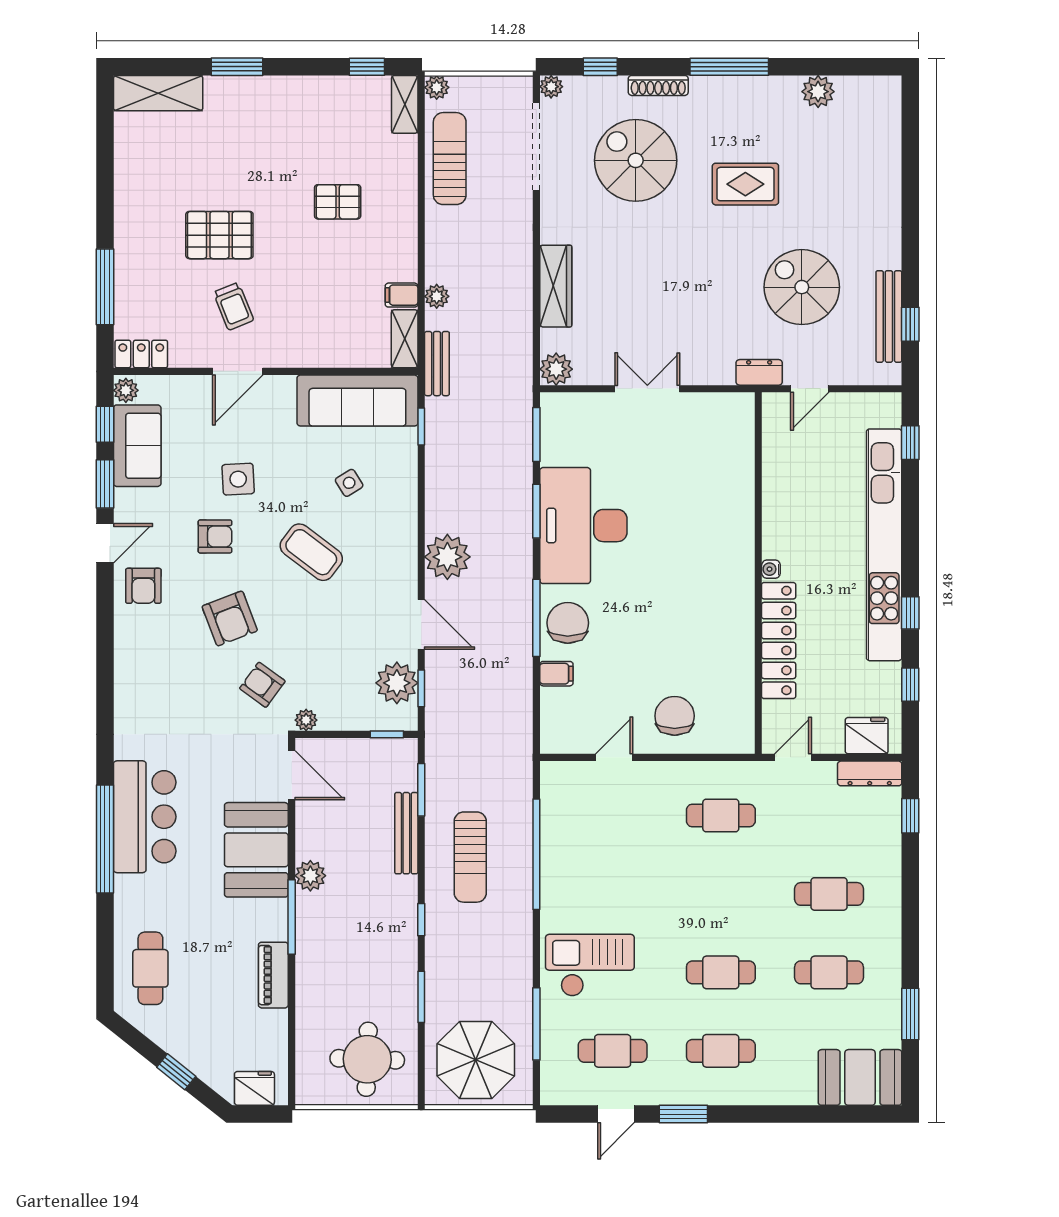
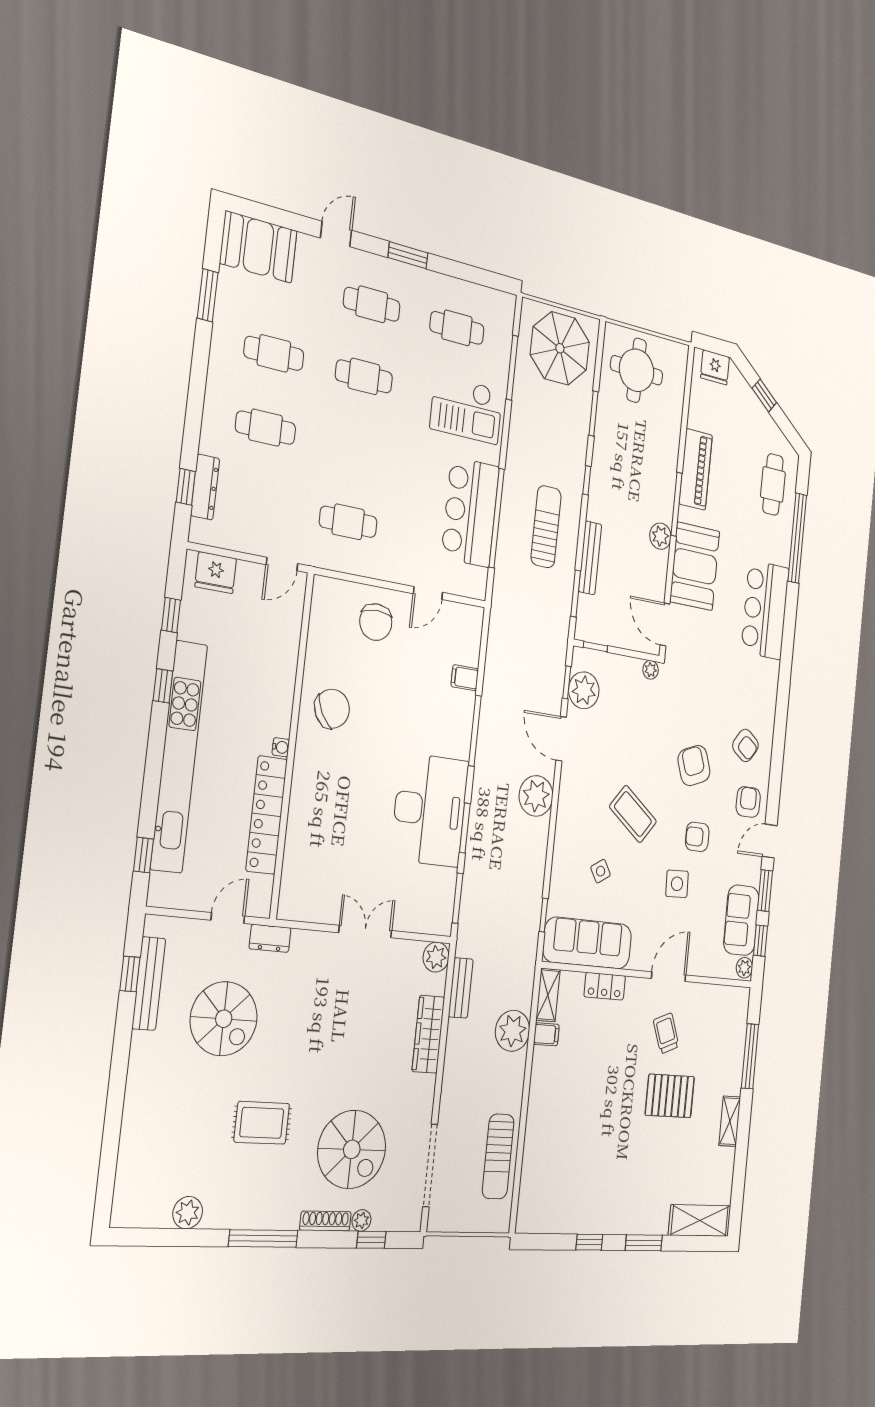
window: (367, 67) -> (589, 1242), moved
plant: (437, 87) -> (501, 1222), removed
plant: (551, 87) -> (361, 1220), moved
shelving: (405, 104) -> (730, 1121), moved
pallet: (338, 202) -> (584, 1121), removed
plant: (437, 296) -> (513, 1031), width x1.88, depth x1.88
locker: (141, 354) -> (605, 986), moved
bench: (437, 364) -> (461, 988), moved
double door: (647, 389) -> (365, 932), swing flipped
chair: (568, 623) -> (332, 709), moved, turned -119
locker: (779, 640) -> (267, 815), moved
armchair: (262, 685) -> (745, 745), moved
dresser: (870, 773) -> (205, 487), moved, turned 90
window: (105, 839) -> (797, 538), moved
bar counter: (571, 855) -> (470, 512), added
piano: (273, 975) -> (696, 469), width x1.37, depth x1.33
door: (616, 1114) -> (336, 234), moved

